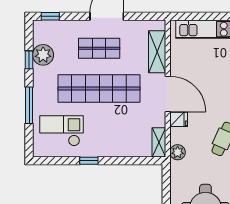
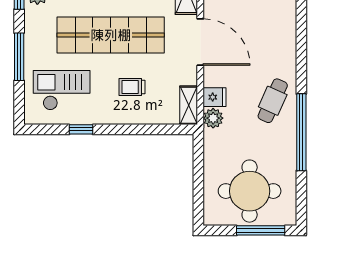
fridge: (179, 119) -> (215, 97), moved
trolley: (115, 128) -> (132, 87), added
window: (89, 161) -> (81, 129), moved

